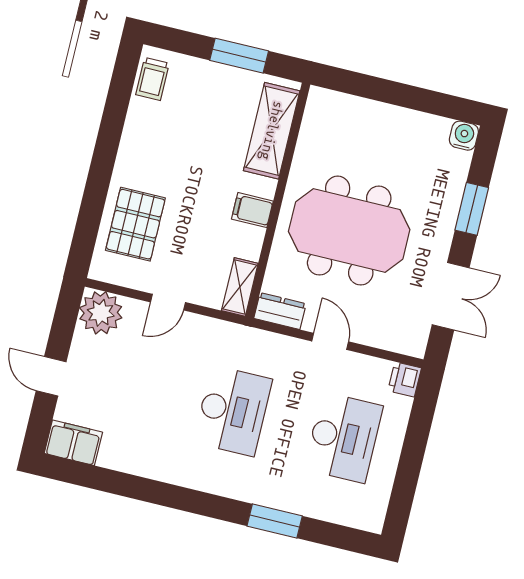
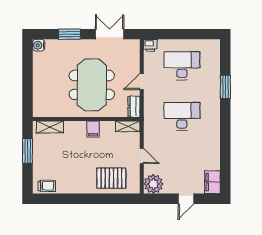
shelving: (272, 131) -> (50, 127), width x0.67, depth x0.75

